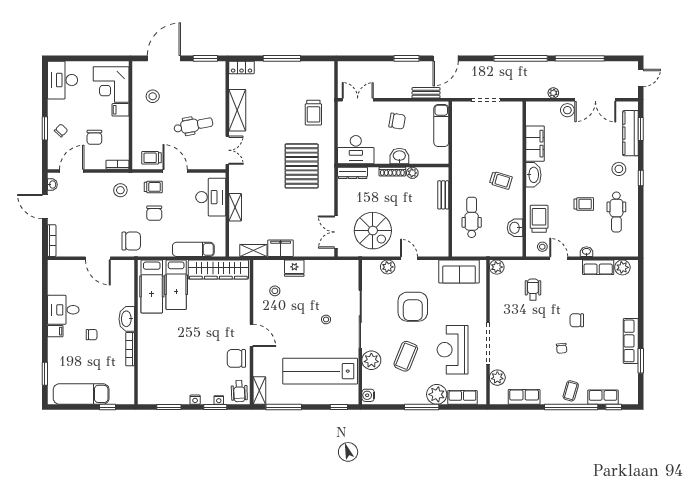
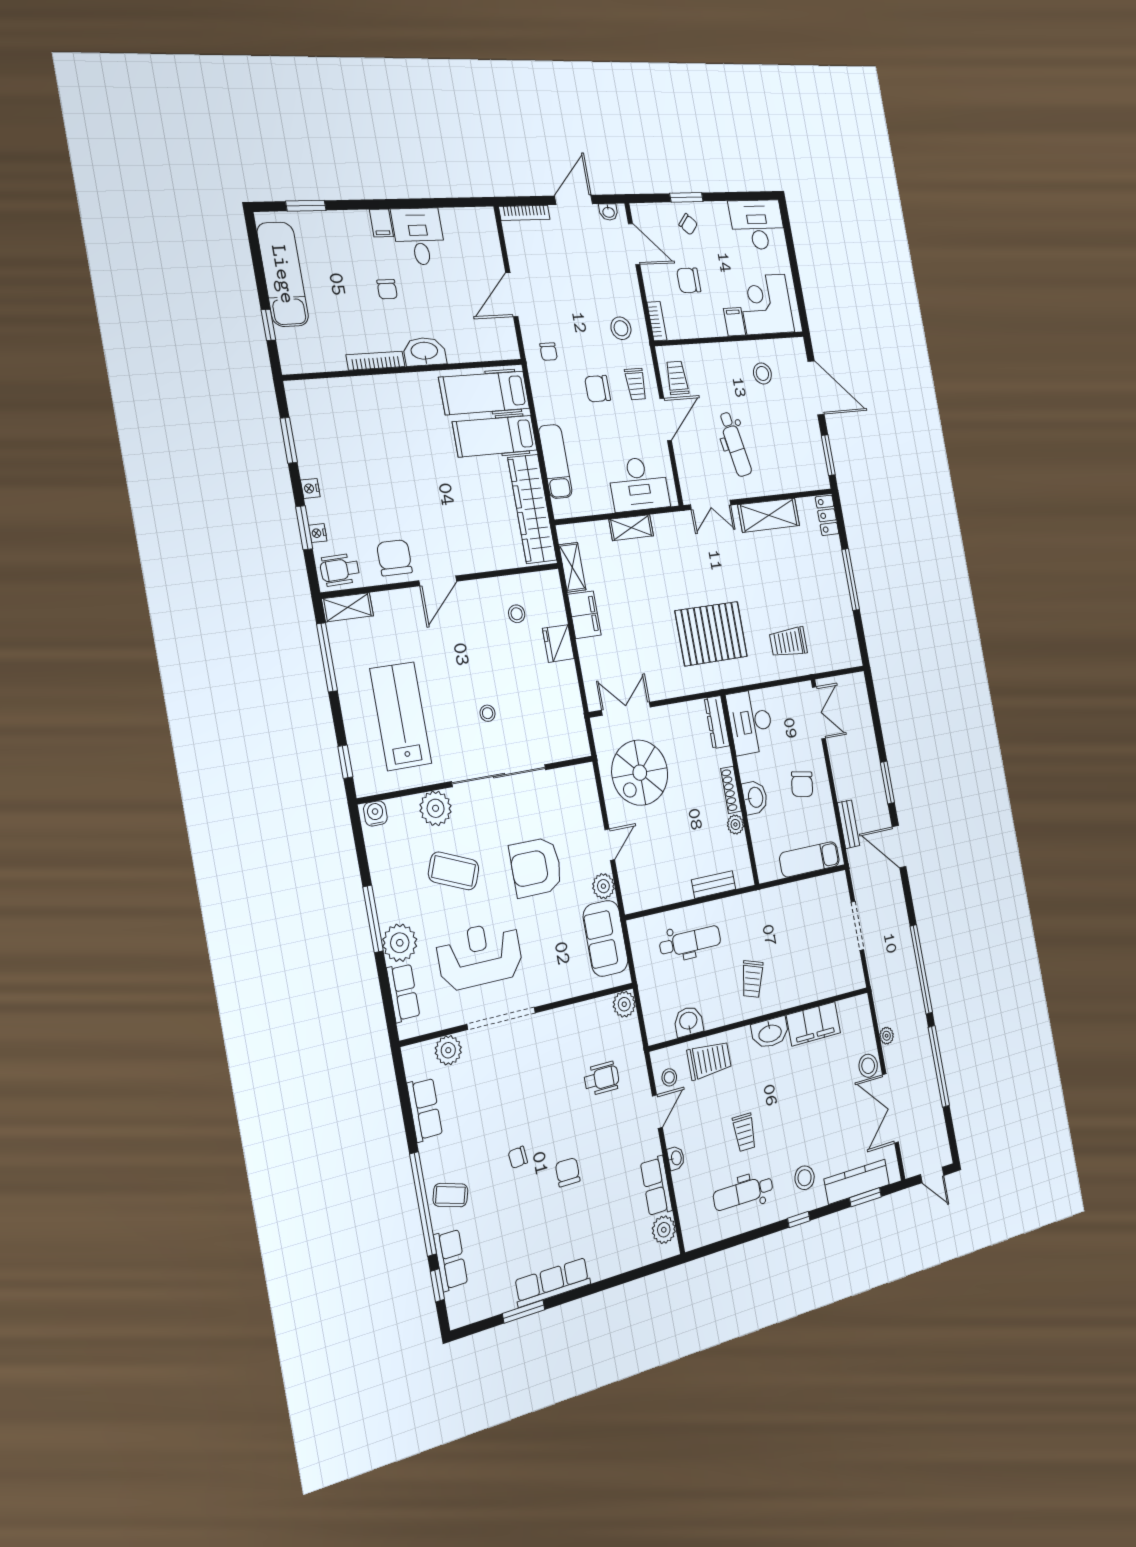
chair: (131, 241) -> (549, 352), width x0.54, depth x0.54
plant: (388, 267) -> (603, 886), moved
lab bench: (320, 371) -> (401, 716), width x0.73

